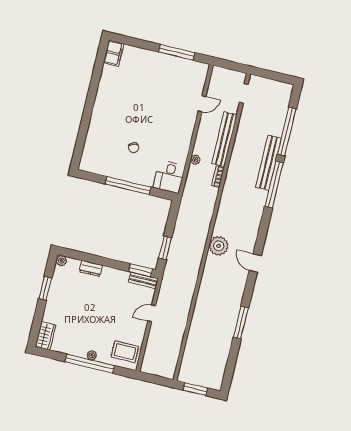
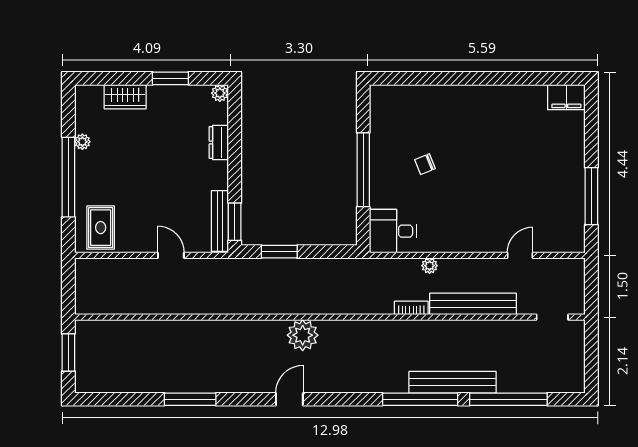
door: (202, 104) -> (520, 255), swing flipped
bench: (143, 280) -> (220, 221), width x1.36
wardrobe: (46, 336) -> (125, 97), moved
plant: (92, 355) -> (82, 142), moved

